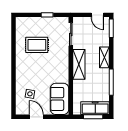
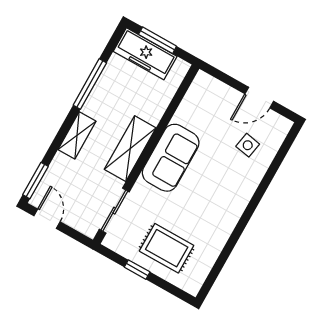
rug: (37, 45) -> (167, 248), moved
sofa: (60, 99) -> (171, 158), moved
door: (36, 117) -> (259, 98), hinge flipped

